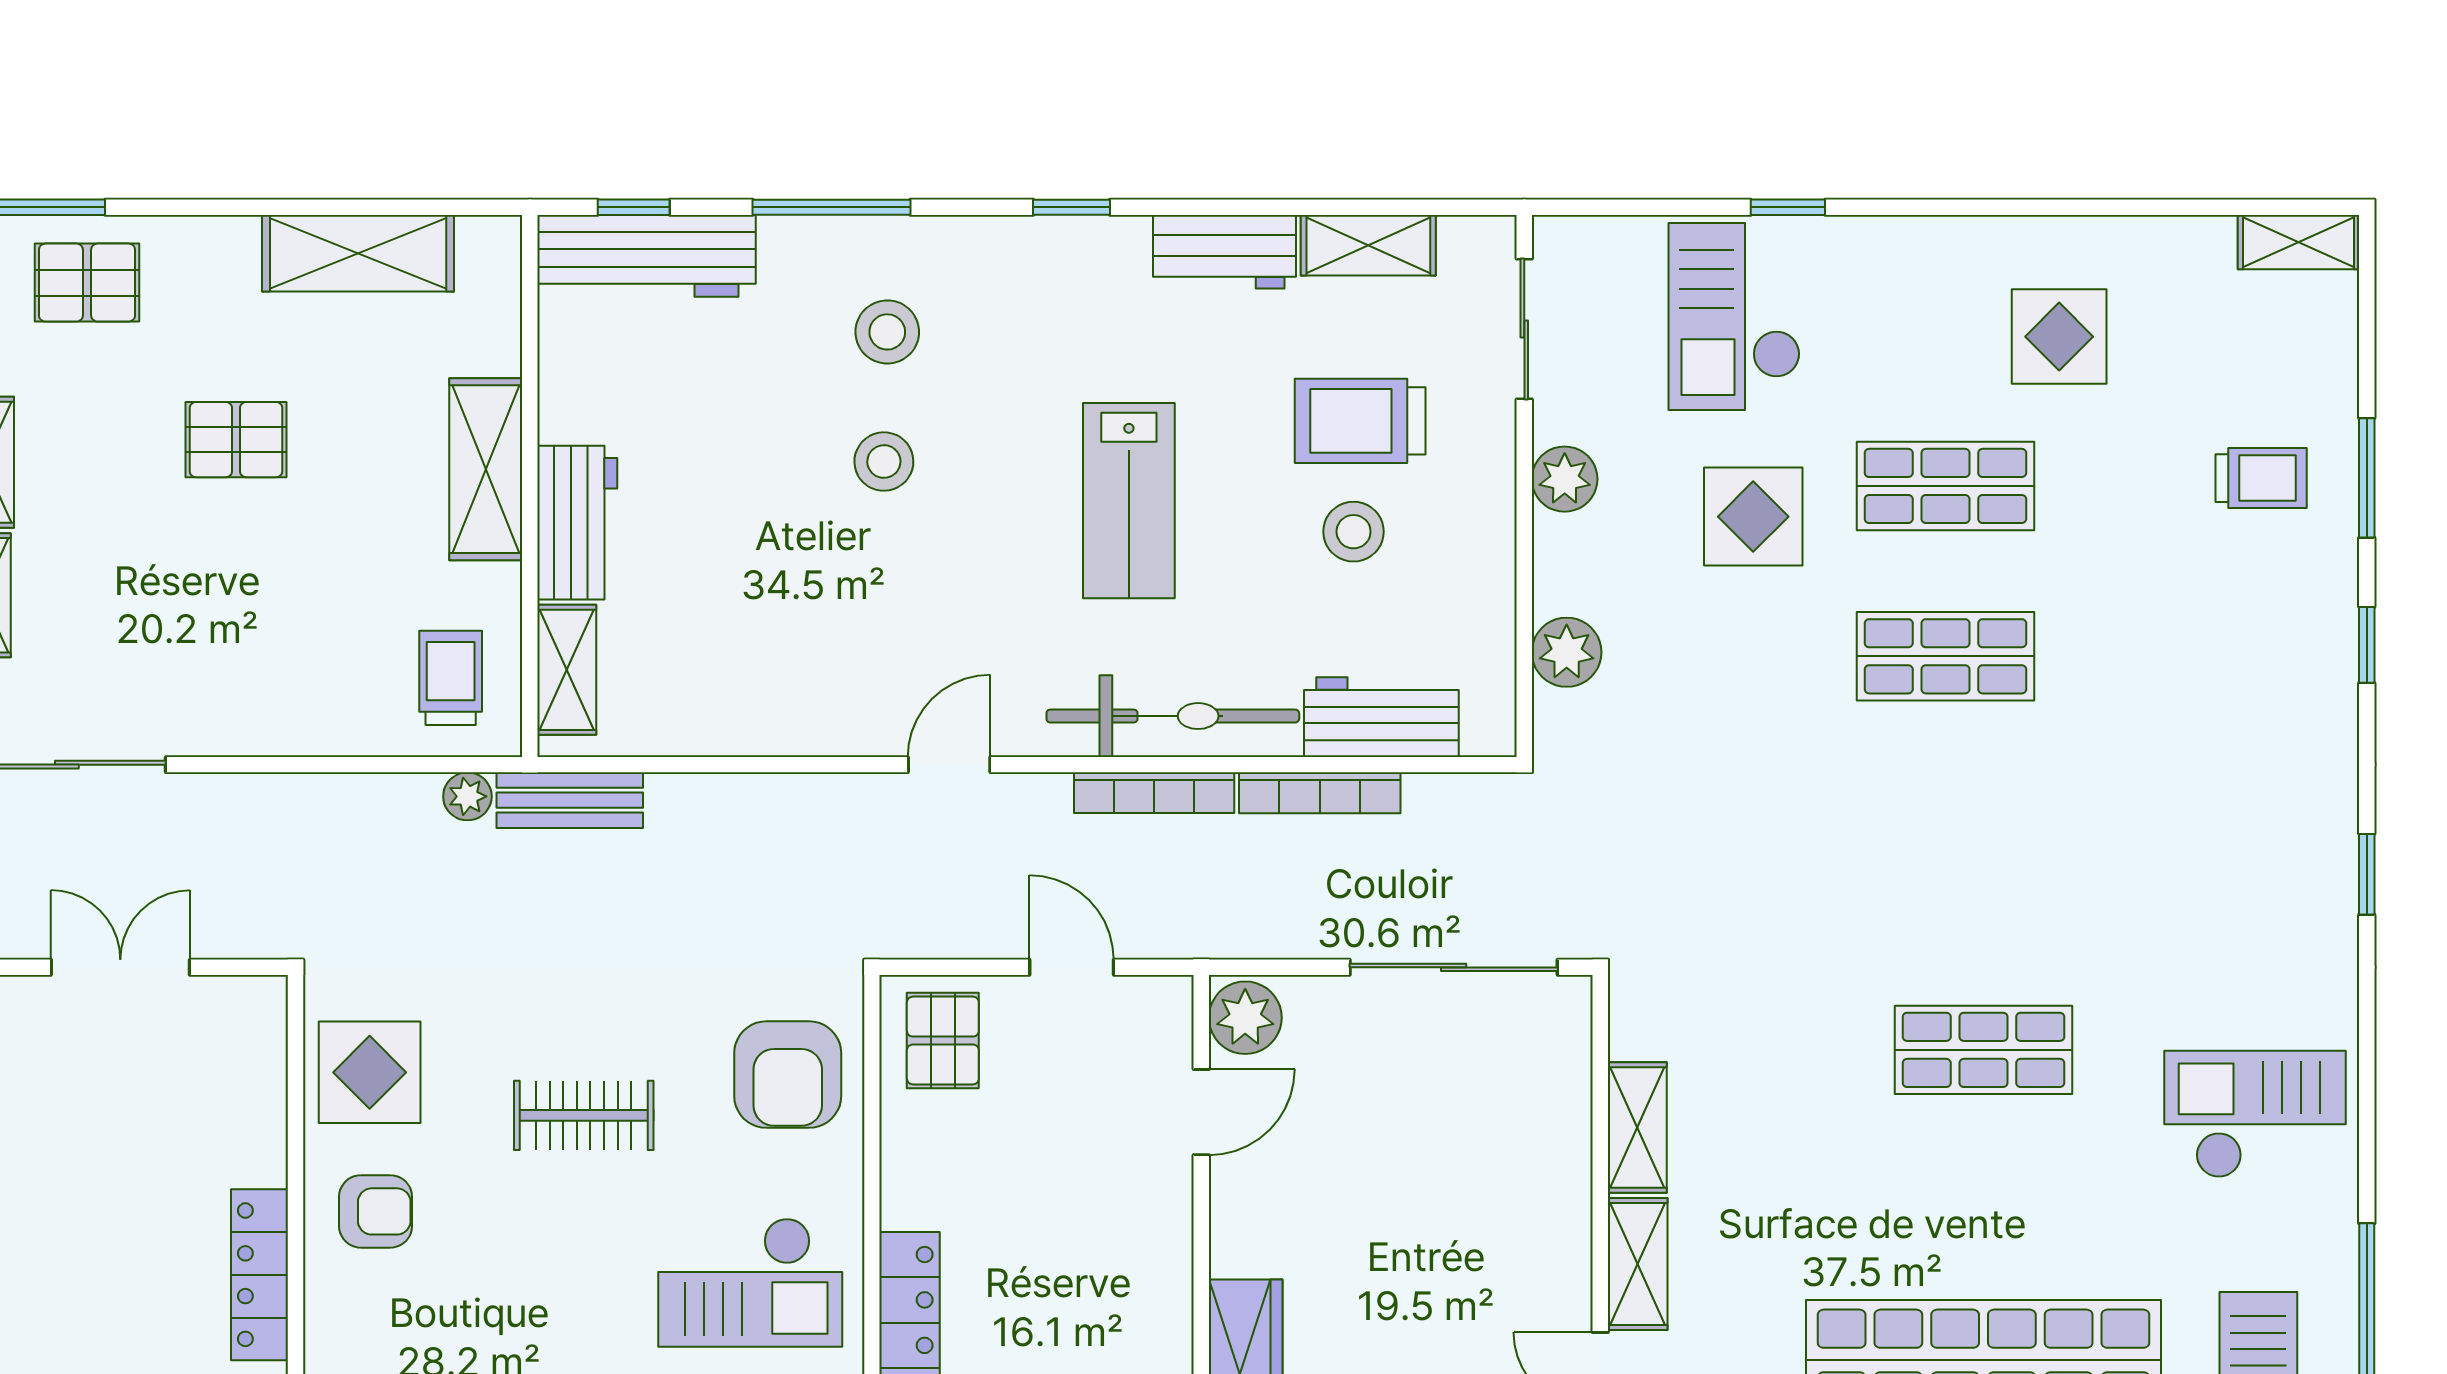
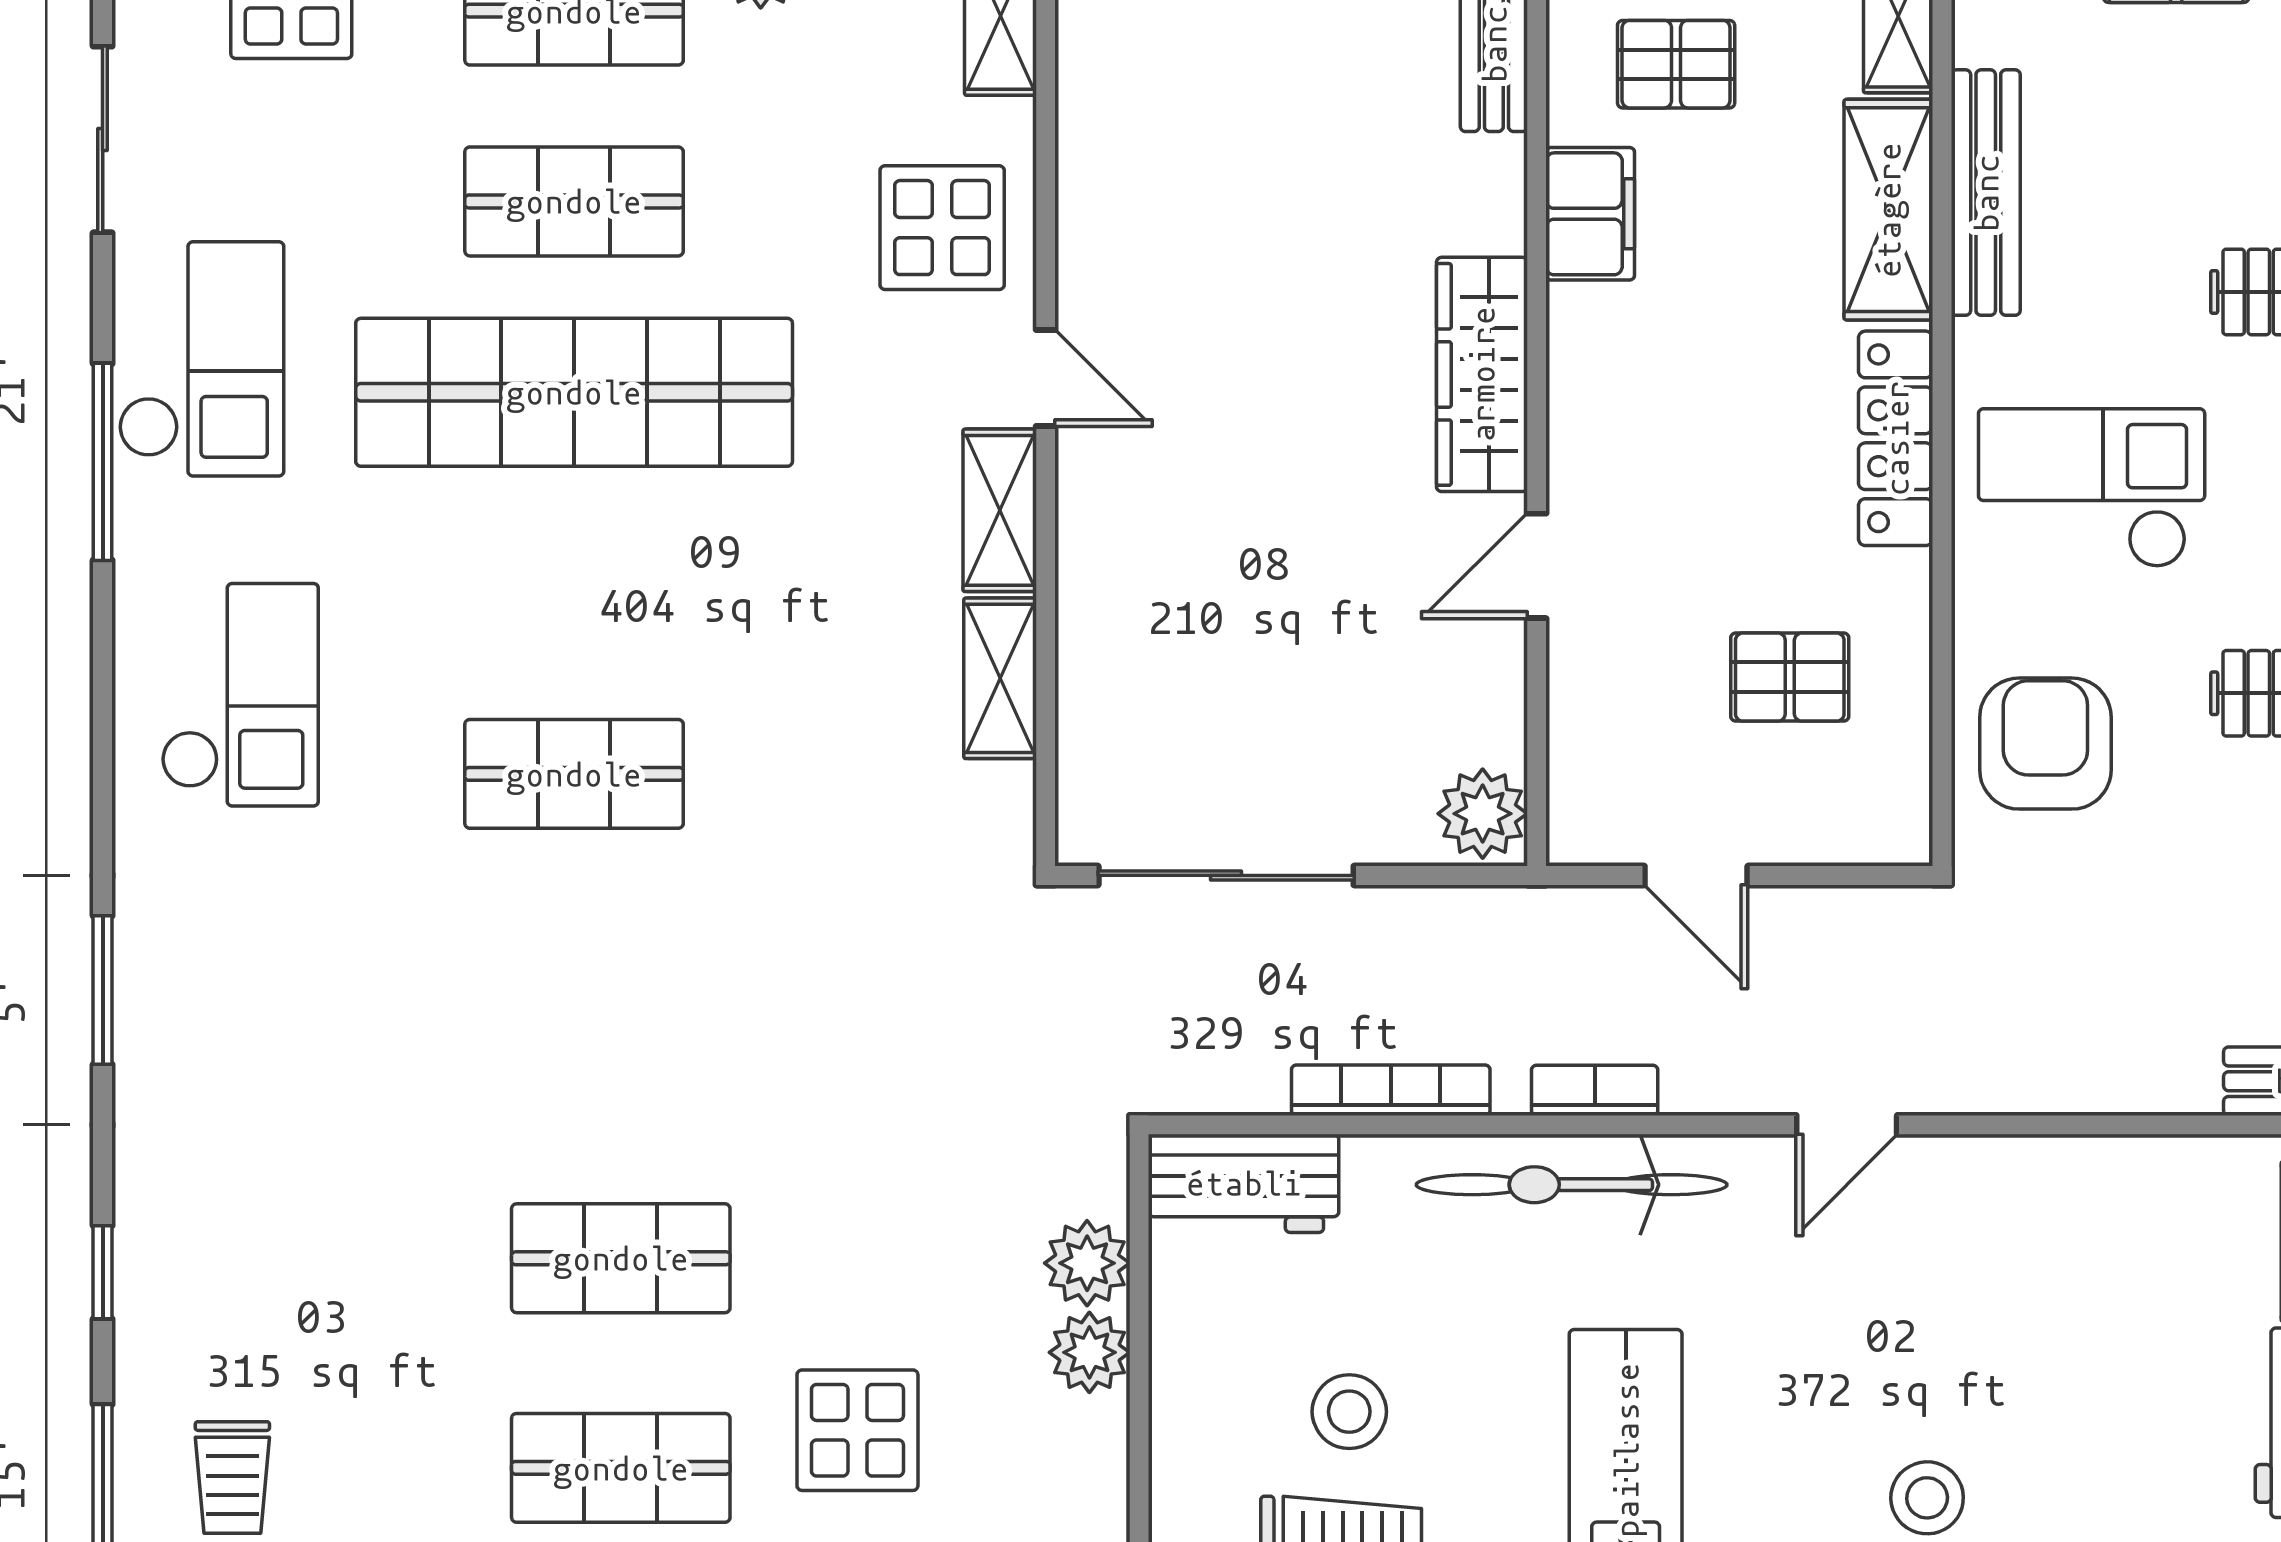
trolley: (2261, 478) -> (232, 1477), turned -90
plant: (1565, 479) -> (1089, 1352), moved
workbench: (1381, 717) -> (1244, 1183), moved
bookcase: (1154, 793) -> (1595, 1090), width x0.64
window: (2367, 874) -> (103, 990), width x1.50
pallet: (943, 1041) -> (1790, 677), moved, turned 90
door: (1201, 1112) -> (1537, 566), moved
checkout: (2255, 1114) -> (240, 695), turned -90

